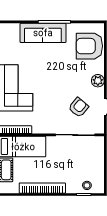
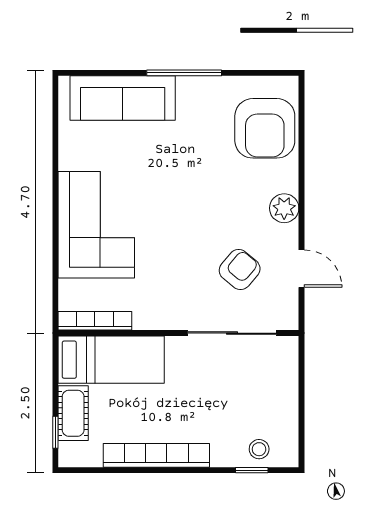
sofa: (43, 33) -> (123, 98), moved
armchair: (89, 46) -> (265, 128), turned -90

